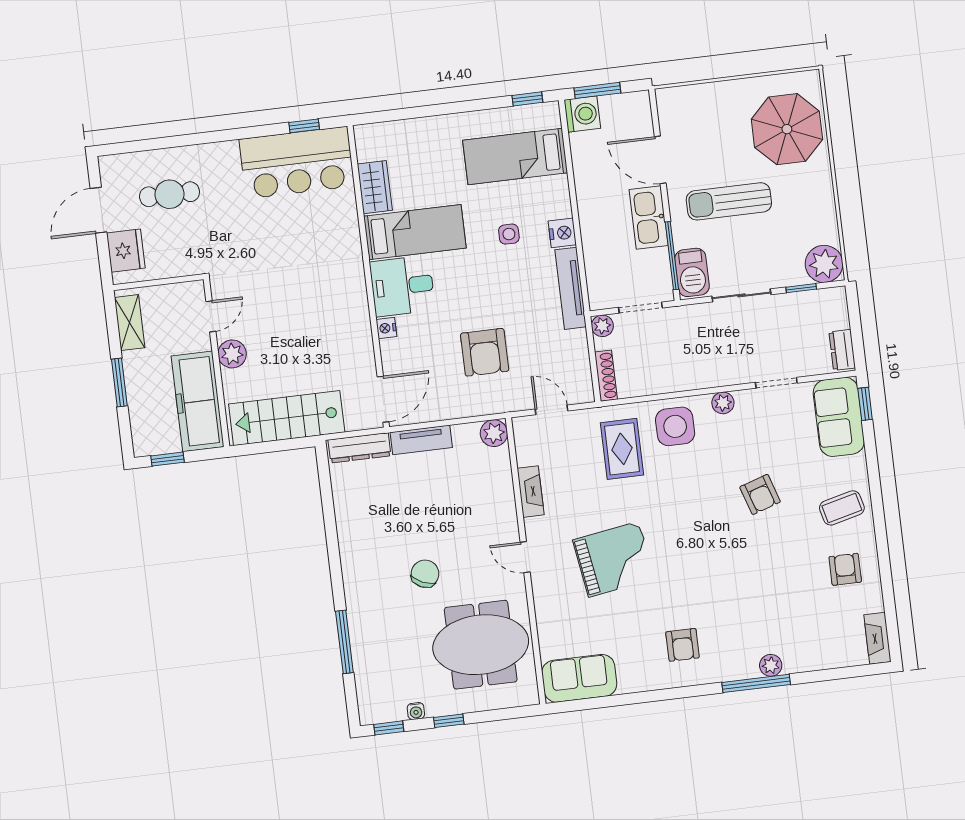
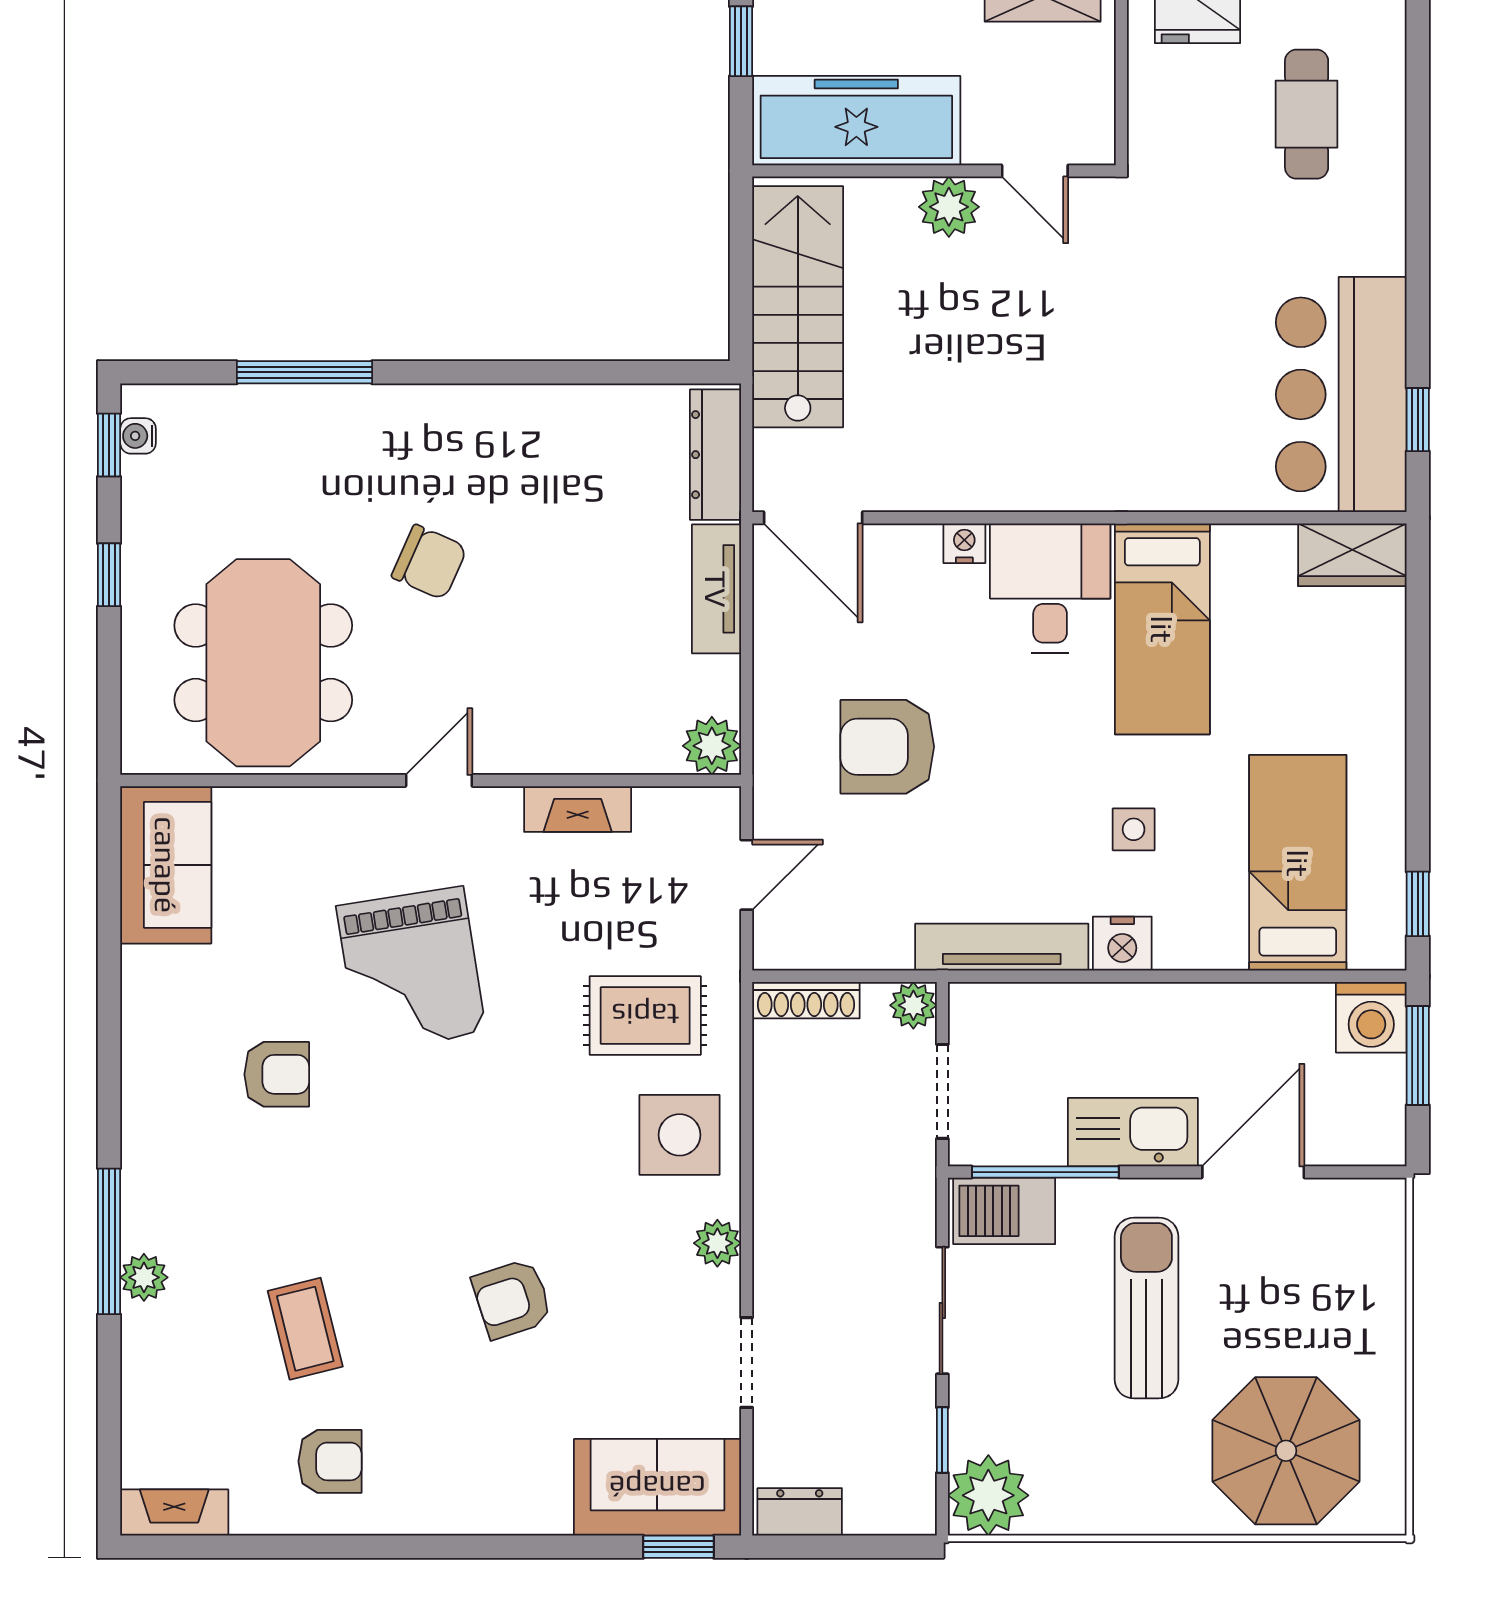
wardrobe: (375, 187) -> (1352, 555), moved
coffee table: (842, 508) -> (305, 1329), moved
armchair: (682, 645) -> (277, 1074), moved, turned 180
water cooler: (416, 711) -> (138, 436), moved

